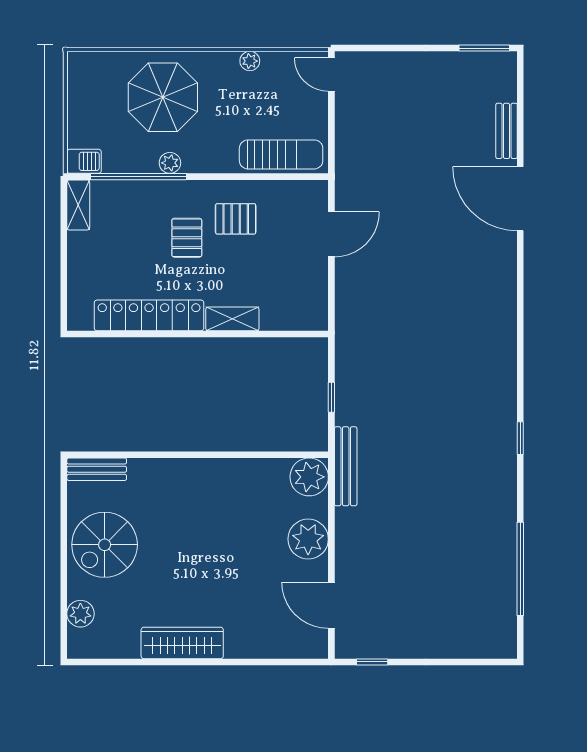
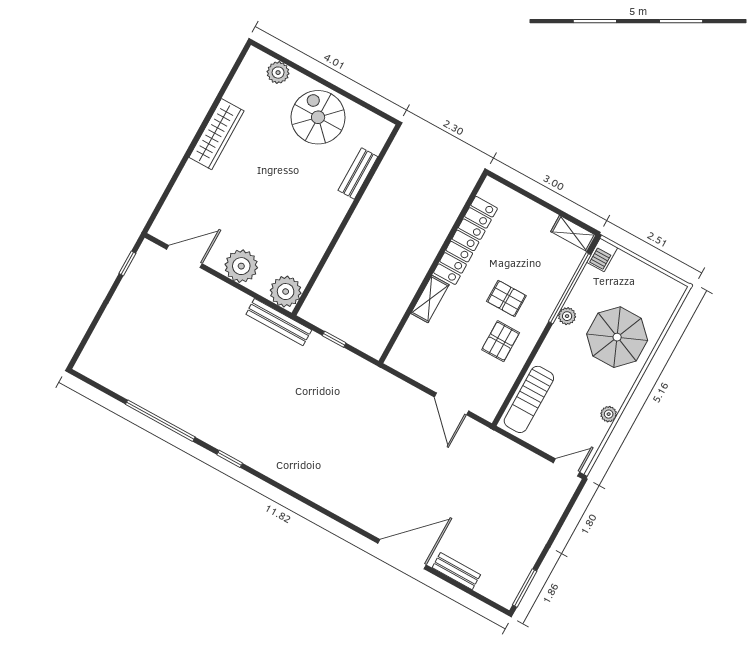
bench: (97, 469) -> (358, 174), moved
window: (520, 569) -> (160, 421), moved

